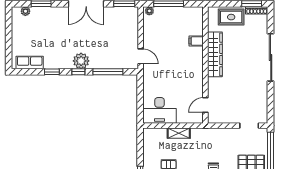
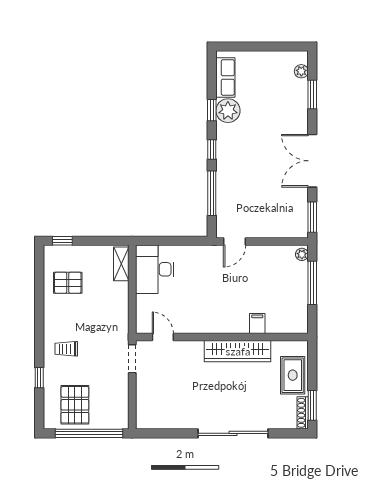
plant: (81, 61) -> (228, 111), moved
doorway: (249, 126) -> (132, 359), moved
shelving: (179, 133) -> (121, 264), moved

